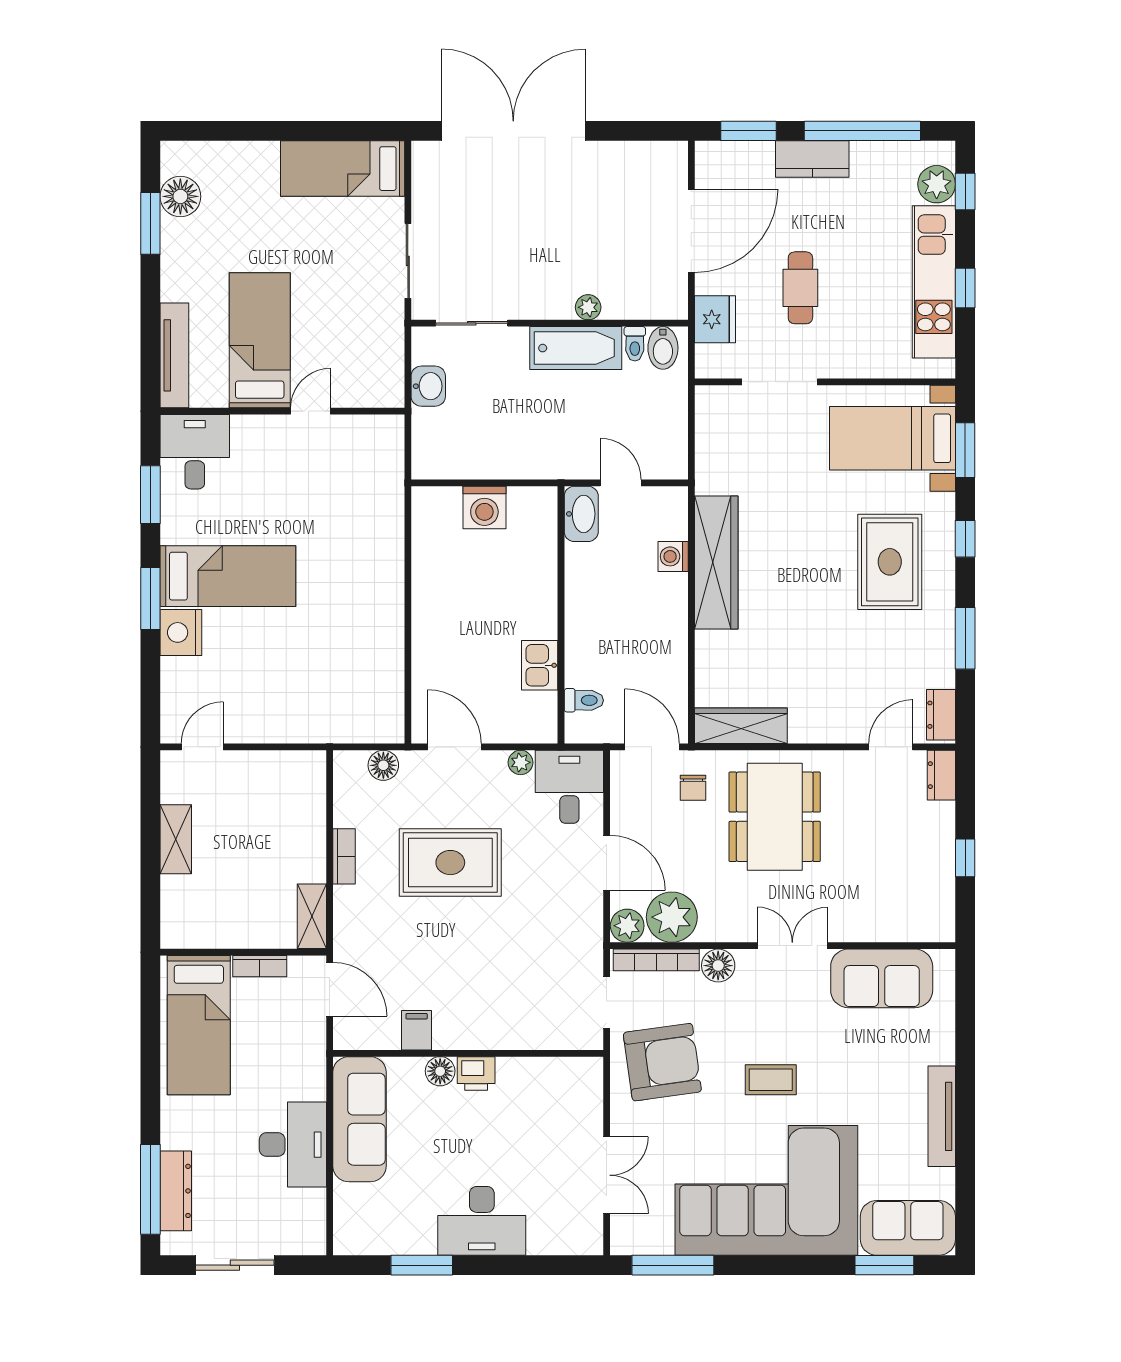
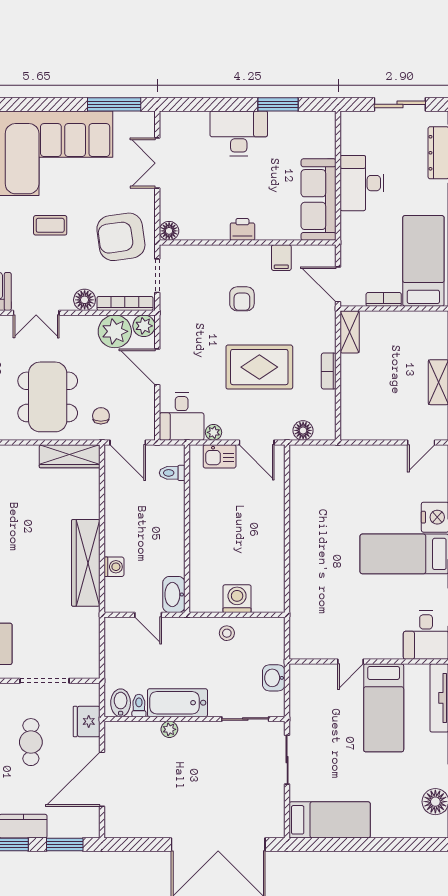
stool: (500, 455) -> (227, 633), added
kitchen sink: (540, 665) -> (220, 456), moved, turned 90
armchair: (477, 967) -> (242, 299), added
floor lamp: (440, 1071) -> (169, 231), moved

